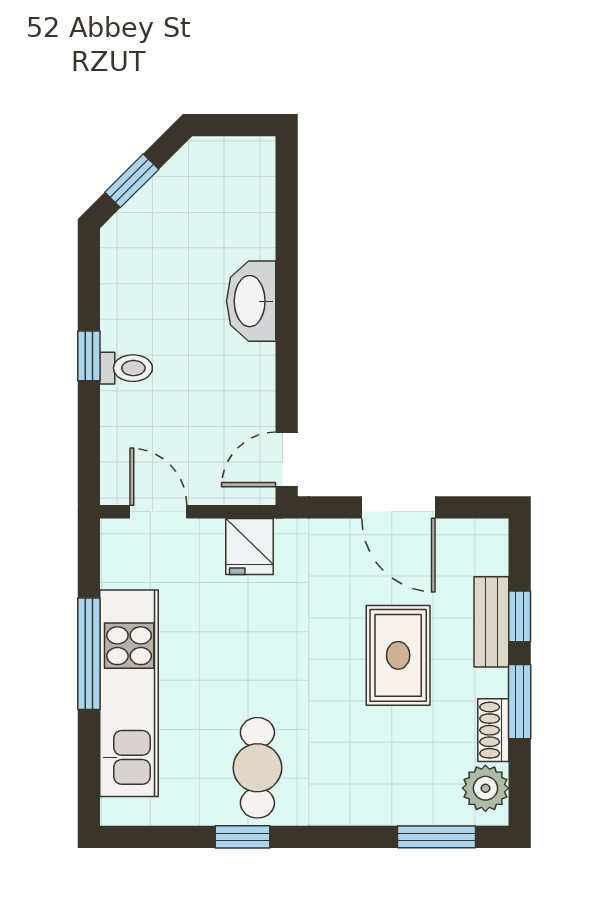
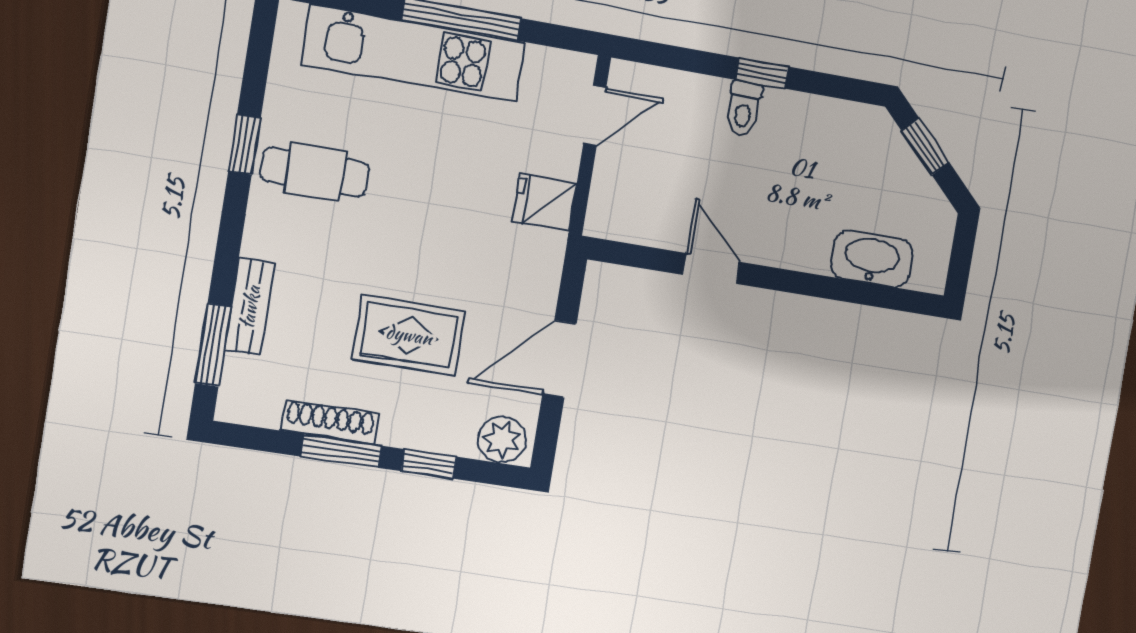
washbasin: (251, 301) -> (872, 259), moved
door: (287, 459) -> (712, 268), moved
bench: (491, 622) -> (250, 307), moved, turned 90
shoe rack: (493, 730) -> (330, 422), width x1.43
plant: (485, 788) -> (502, 440), moved

